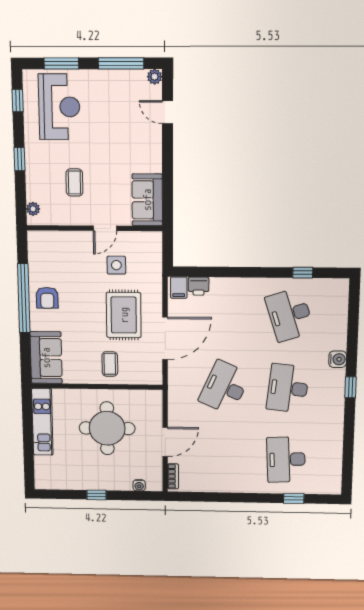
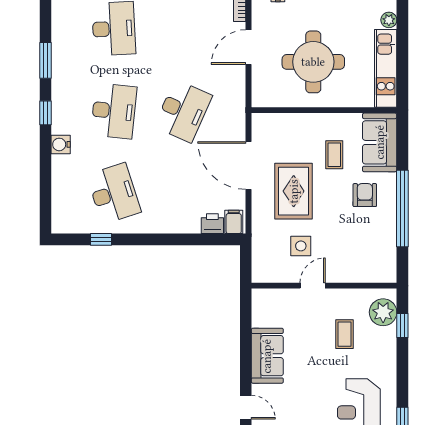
window: (19, 159) -> (402, 325), moved
sofa: (147, 200) -> (267, 356), moved
plant: (33, 209) -> (383, 312), width x1.87, depth x1.87
armchair: (47, 298) -> (365, 195), moved
door: (165, 338) -> (249, 166), hinge flipped
coffee table: (110, 364) -> (334, 155), moved
window: (349, 433) -> (46, 60), added
plant: (41, 463) -> (389, 20), added

